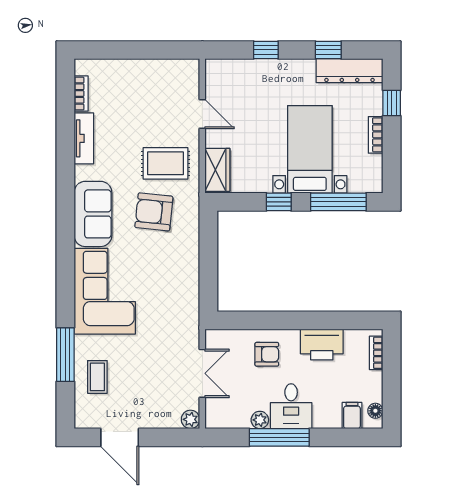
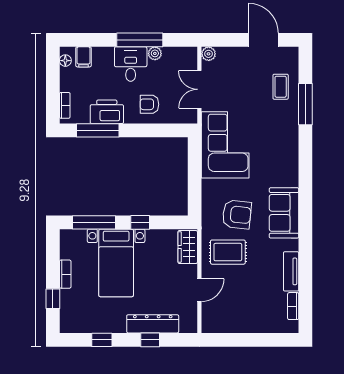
dresser: (350, 71) -> (153, 324), moved
door: (202, 114) -> (199, 290), swing flipped
corner sofa: (105, 291) -> (225, 145), moved, turned 180
window: (334, 320) -> (98, 130), added

